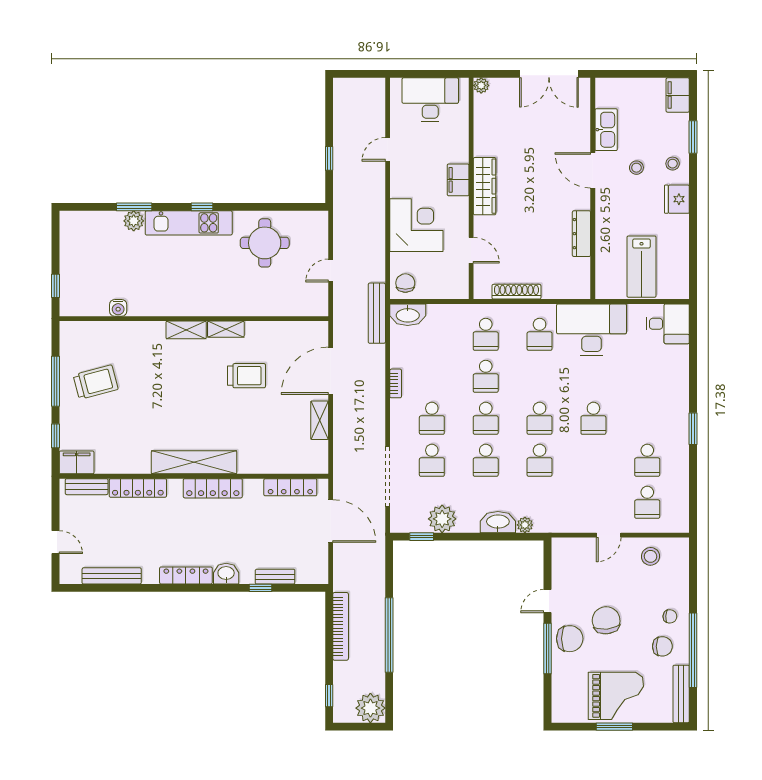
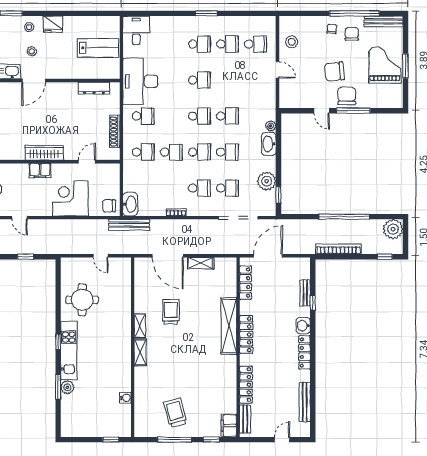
dresser: (581, 234) -> (94, 88), moved
school desk: (647, 418) -> (199, 44), added
shelving: (194, 462) -> (229, 326), moved

